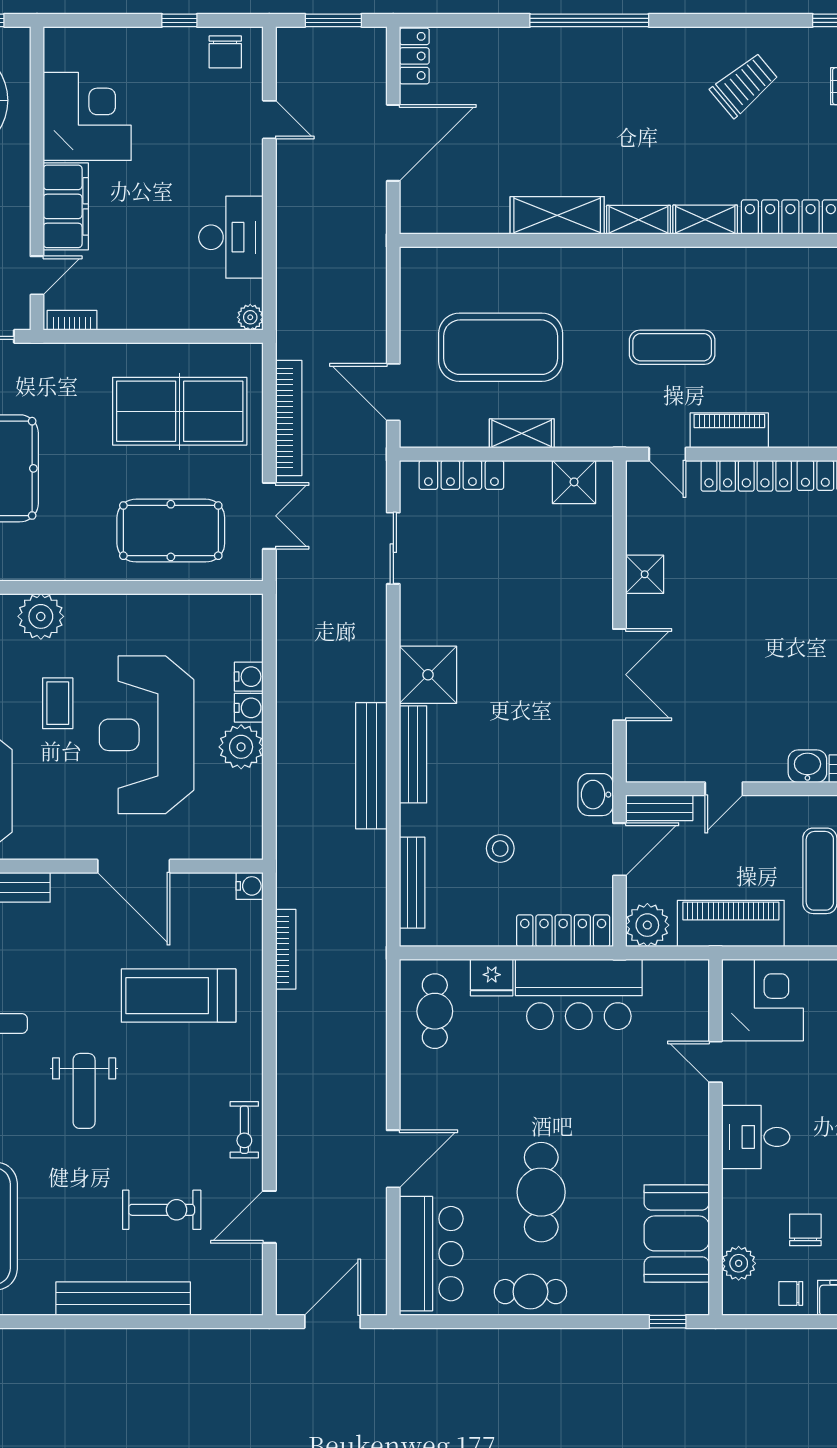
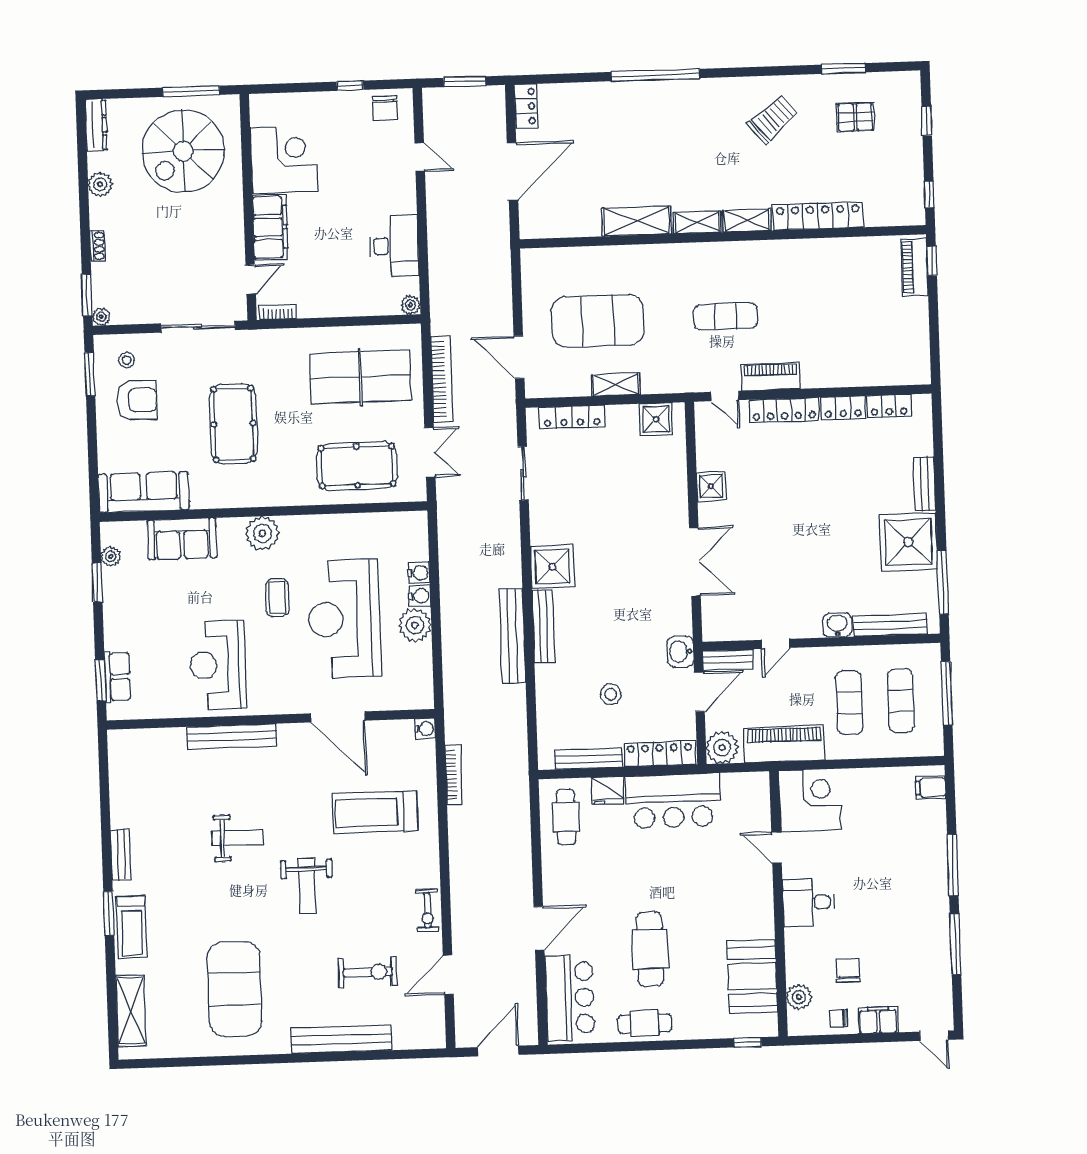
bench: (412, 883) -> (588, 759), moved, turned 90

